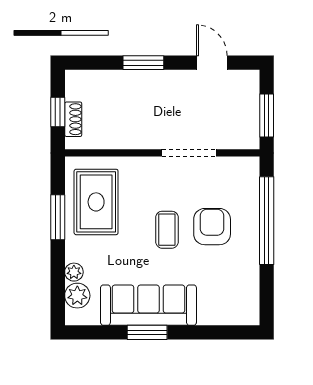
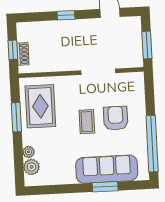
window: (143, 63) -> (66, 15), width x0.67
window: (267, 221) -> (152, 144), moved
sofa: (148, 305) -> (107, 169), moved
window: (147, 332) -> (105, 187), moved

